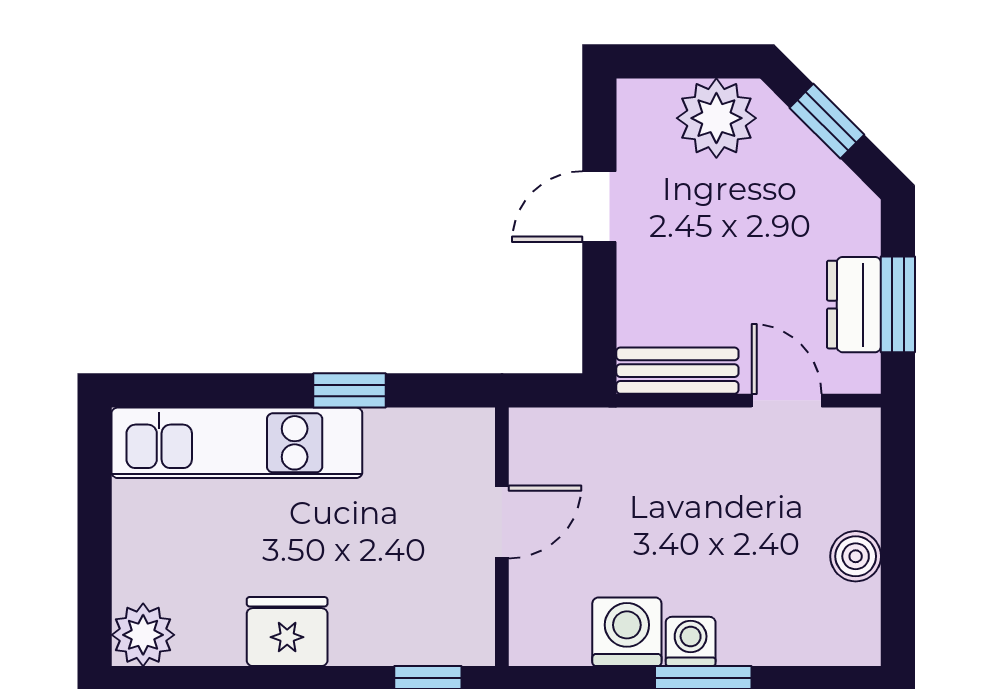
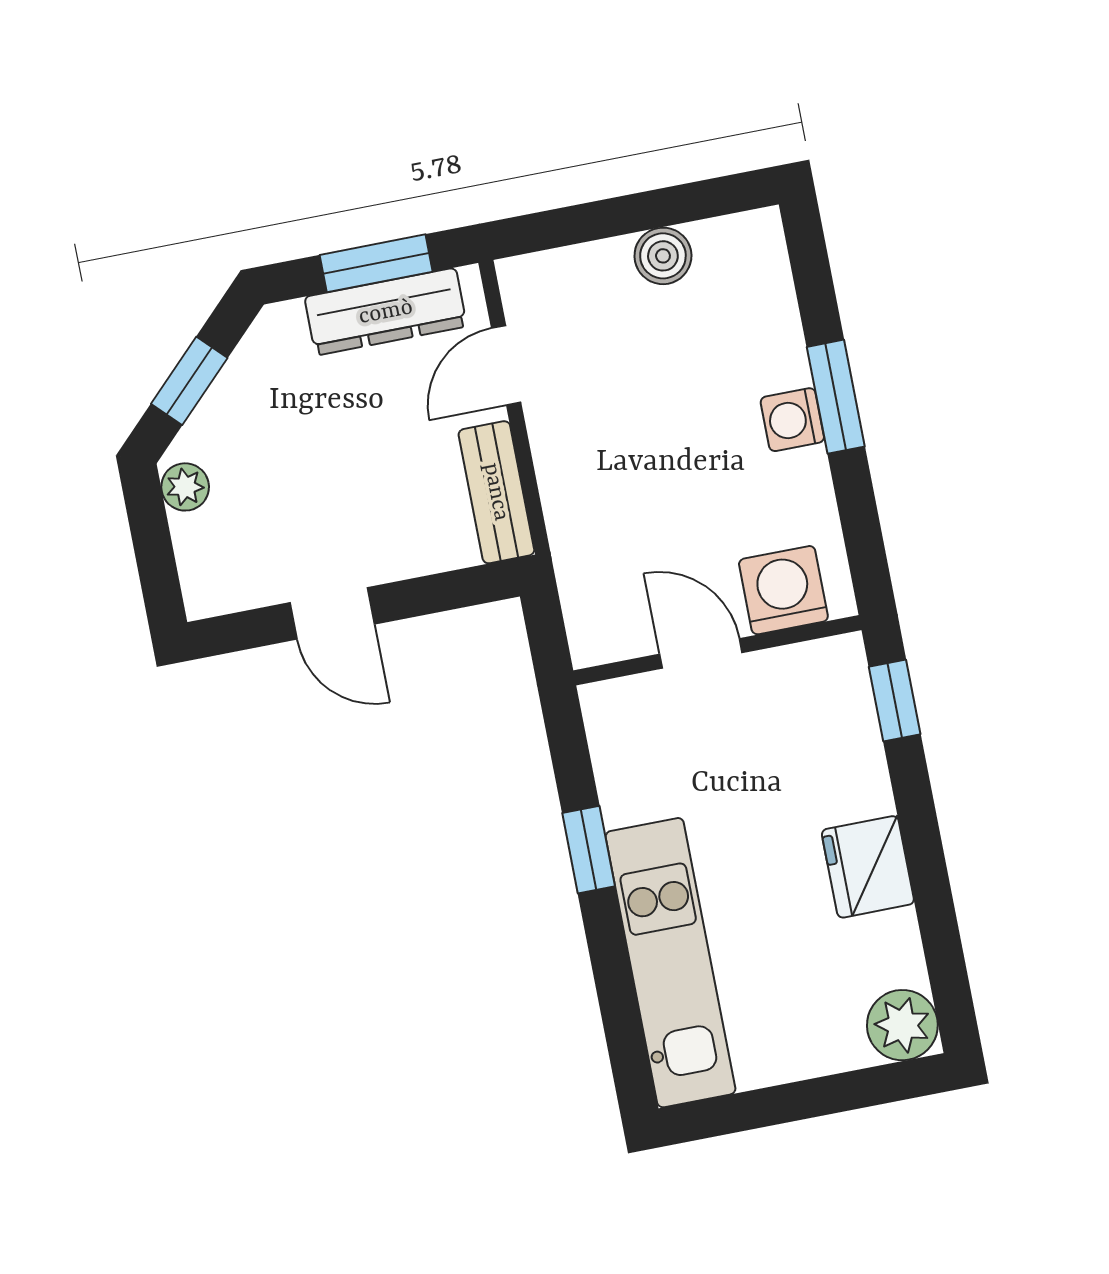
plant: (716, 118) -> (185, 487), width x0.53, depth x0.53
dresser: (854, 305) -> (386, 312), width x1.44
washing machine: (627, 632) -> (783, 590), moved, turned 90

